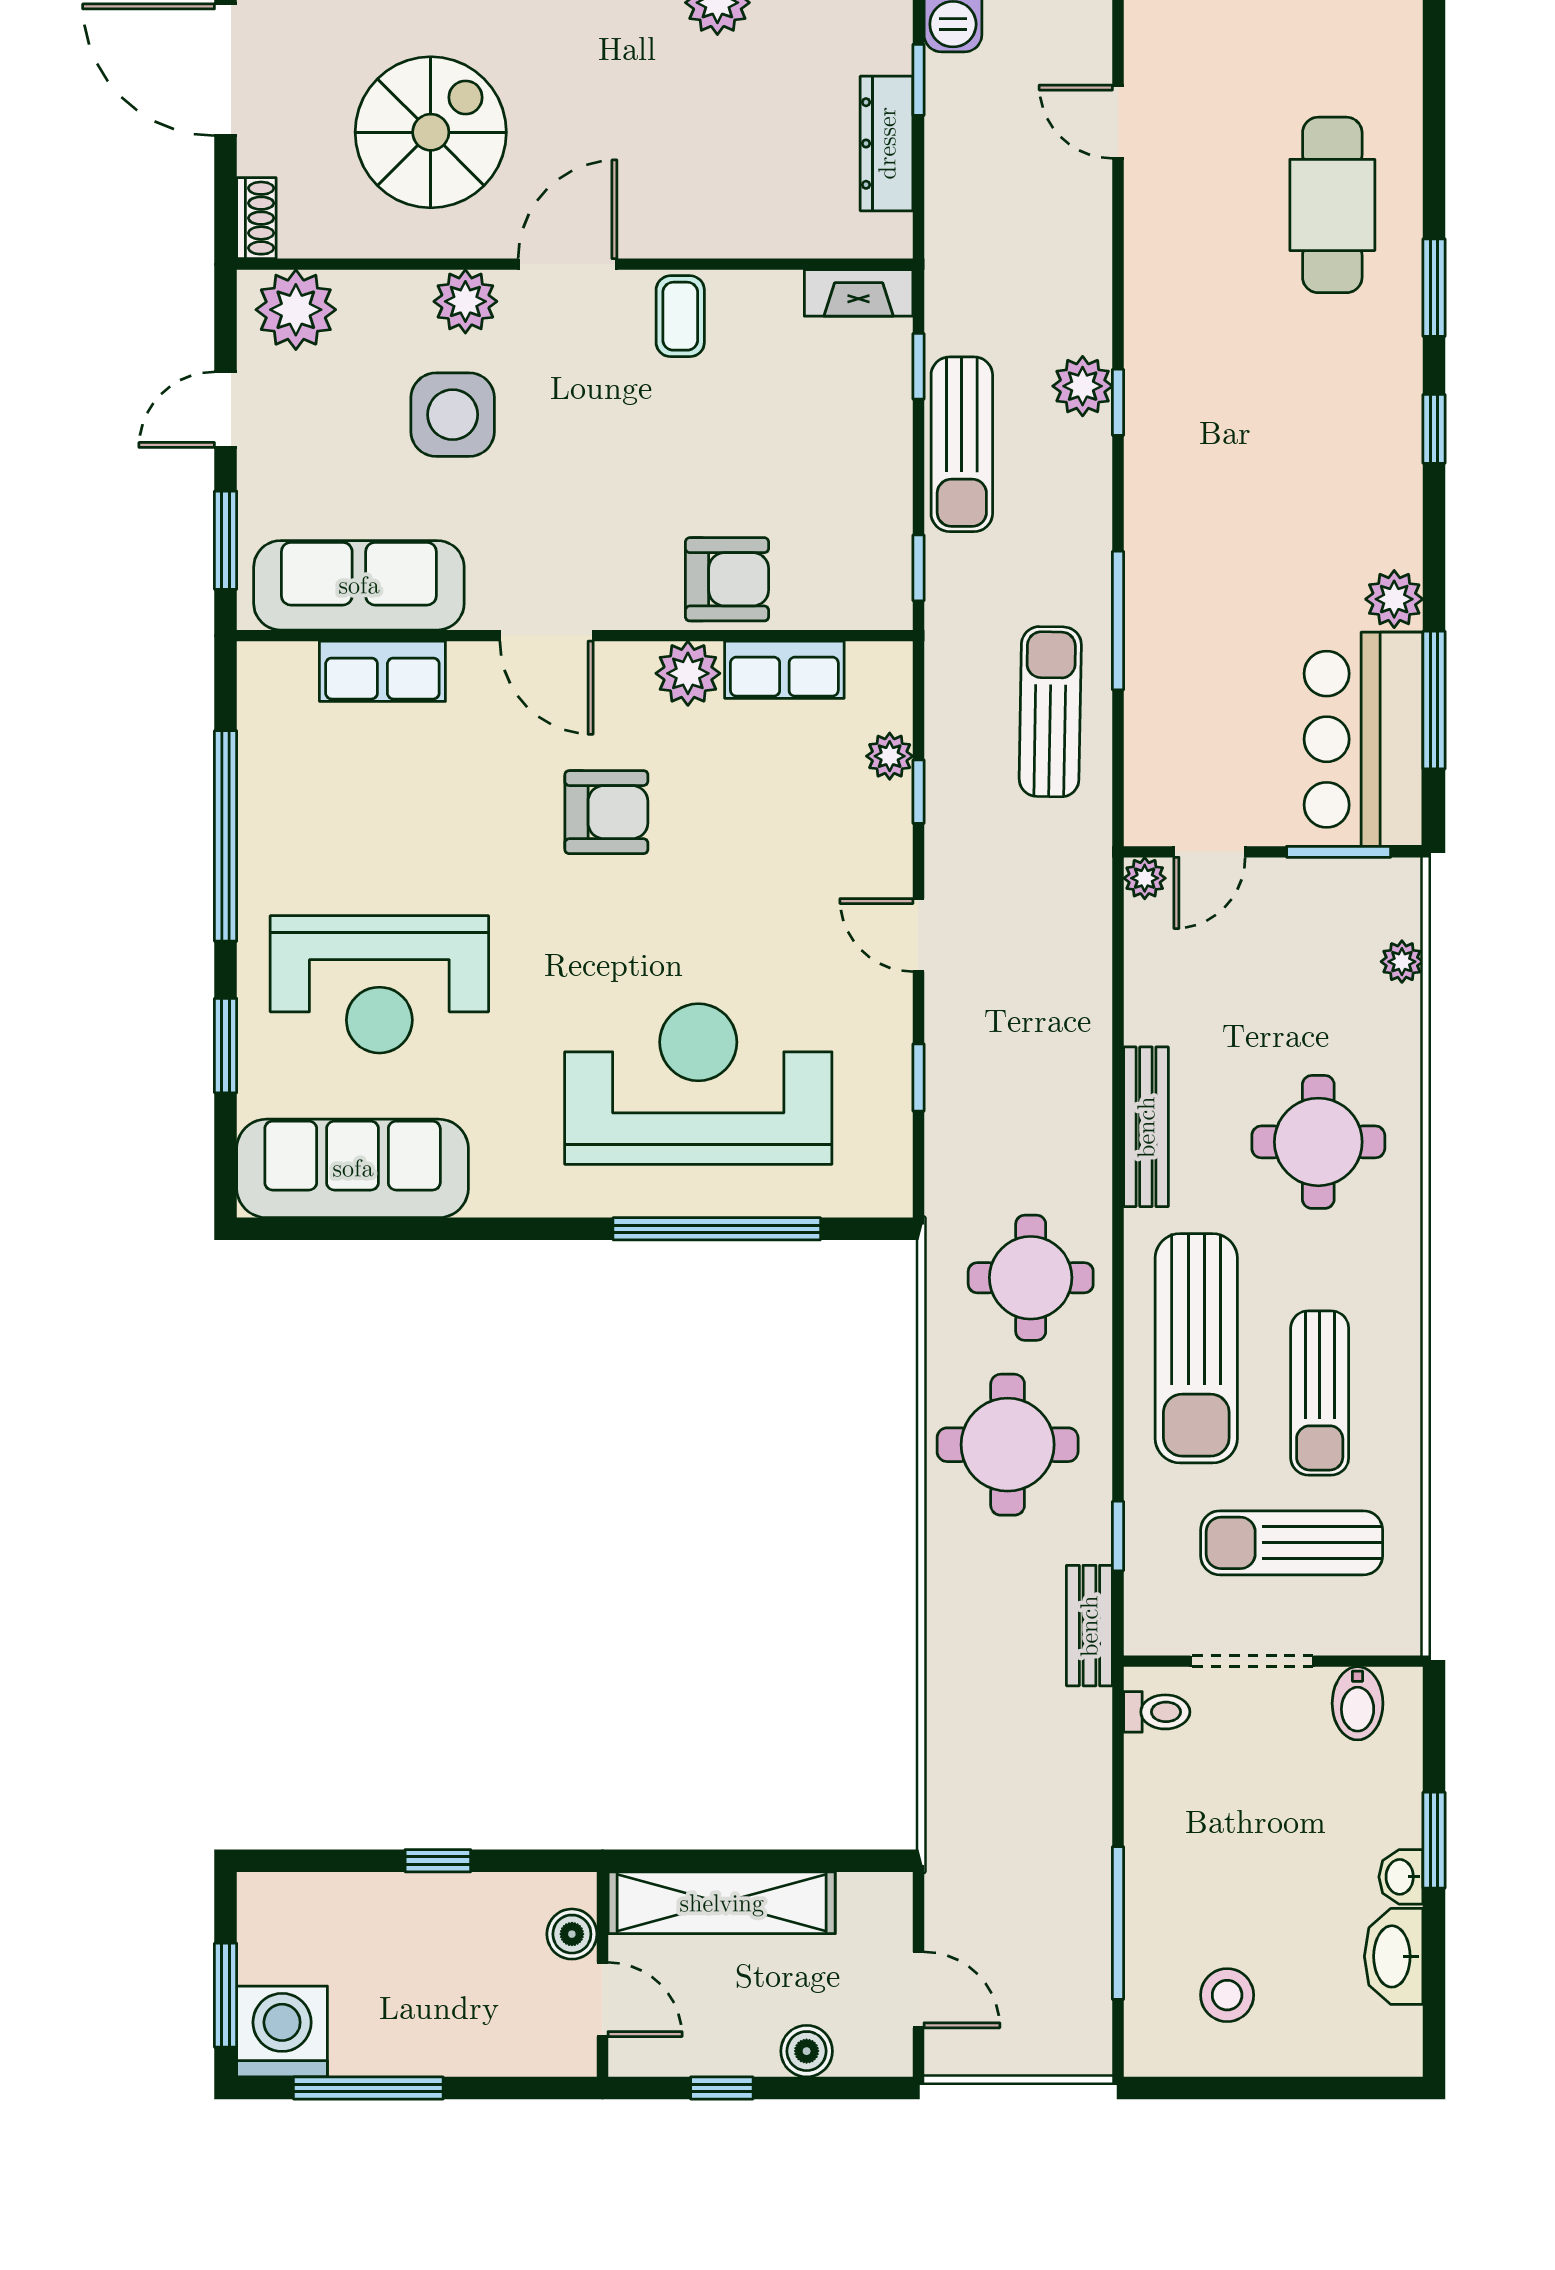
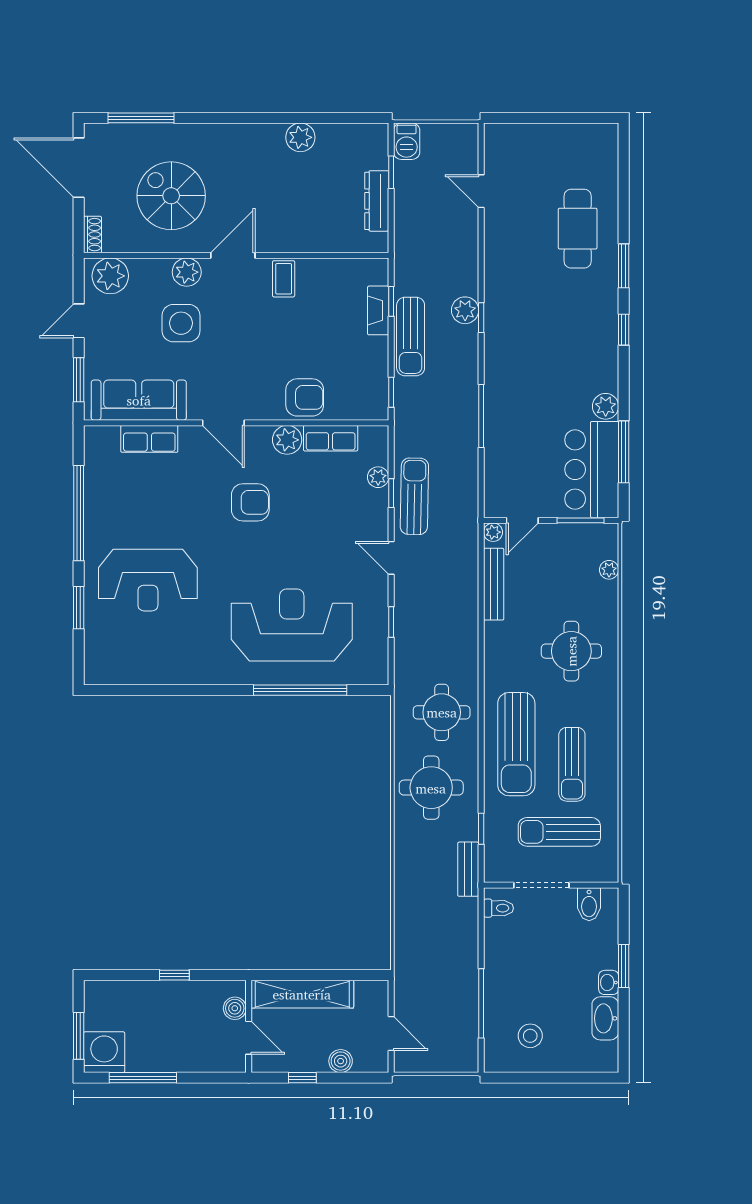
spiral stairs: (431, 132) -> (171, 196), turned -90
fireplace: (859, 293) -> (378, 310), moved, turned 90
sun lounger: (1050, 712) -> (414, 496), moved
bench: (1146, 1127) -> (494, 584), moved
sofa: (353, 1168) -> (136, 663), removed

